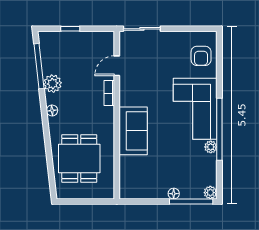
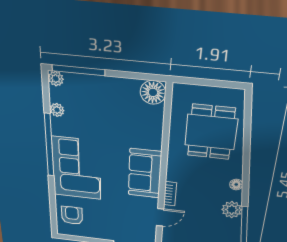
sofa: (133, 131) -> (145, 174), moved
plant: (211, 147) -> (57, 110), moved
floor lamp: (174, 194) -> (153, 92), moved, width x1.89, depth x1.89

